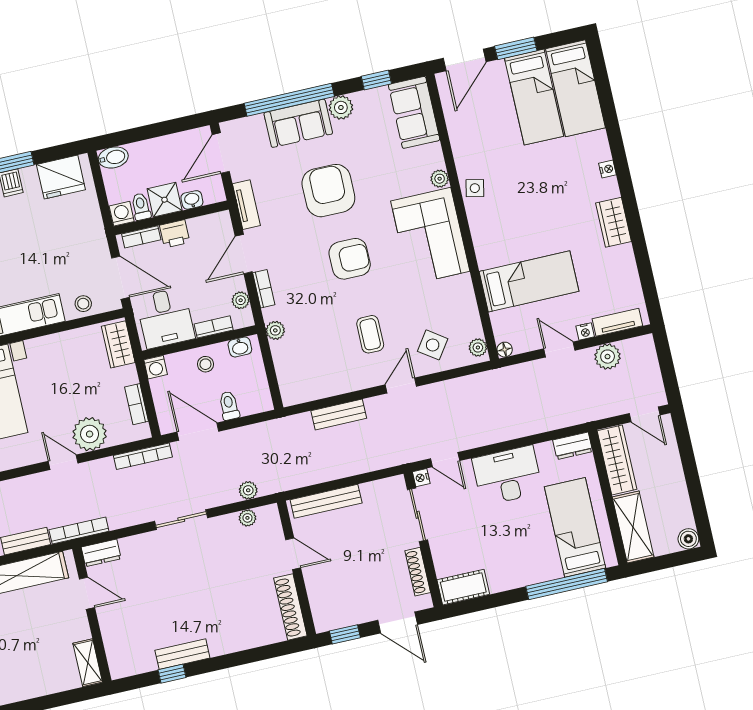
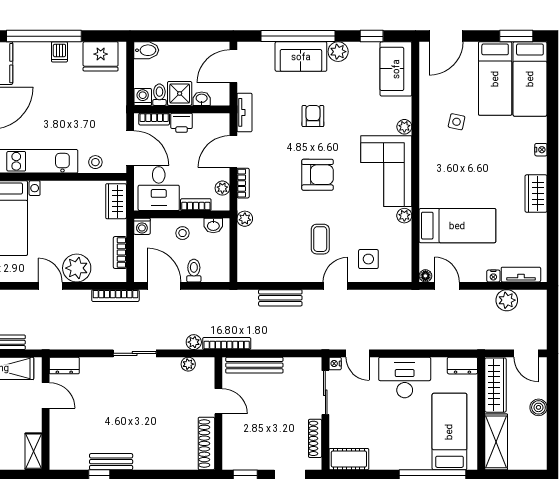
window: (516, 48) -> (516, 36), moved
side table: (475, 188) -> (457, 122), moved
armchair: (328, 191) -> (313, 116), width x0.53, depth x0.53
side table: (433, 345) -> (368, 259), turned -35
plant: (478, 347) -> (404, 216), moved
door: (559, 349) -> (447, 286), moved
bookcase: (79, 530) -> (227, 344), moved
boiler: (688, 539) -> (538, 407), moved

